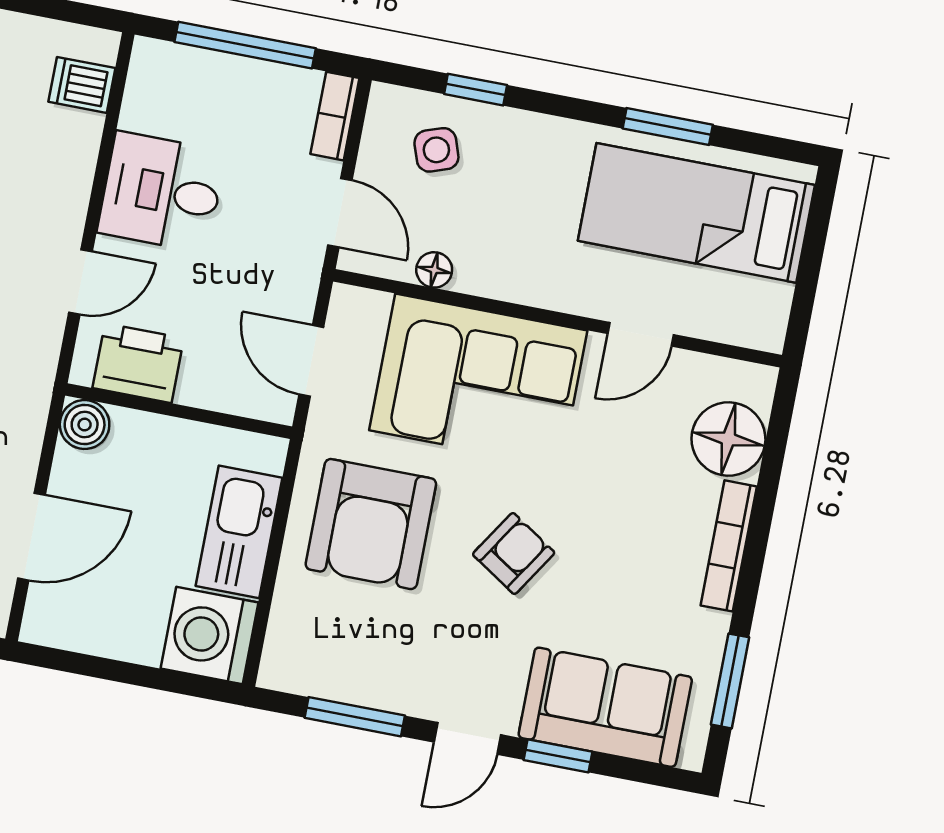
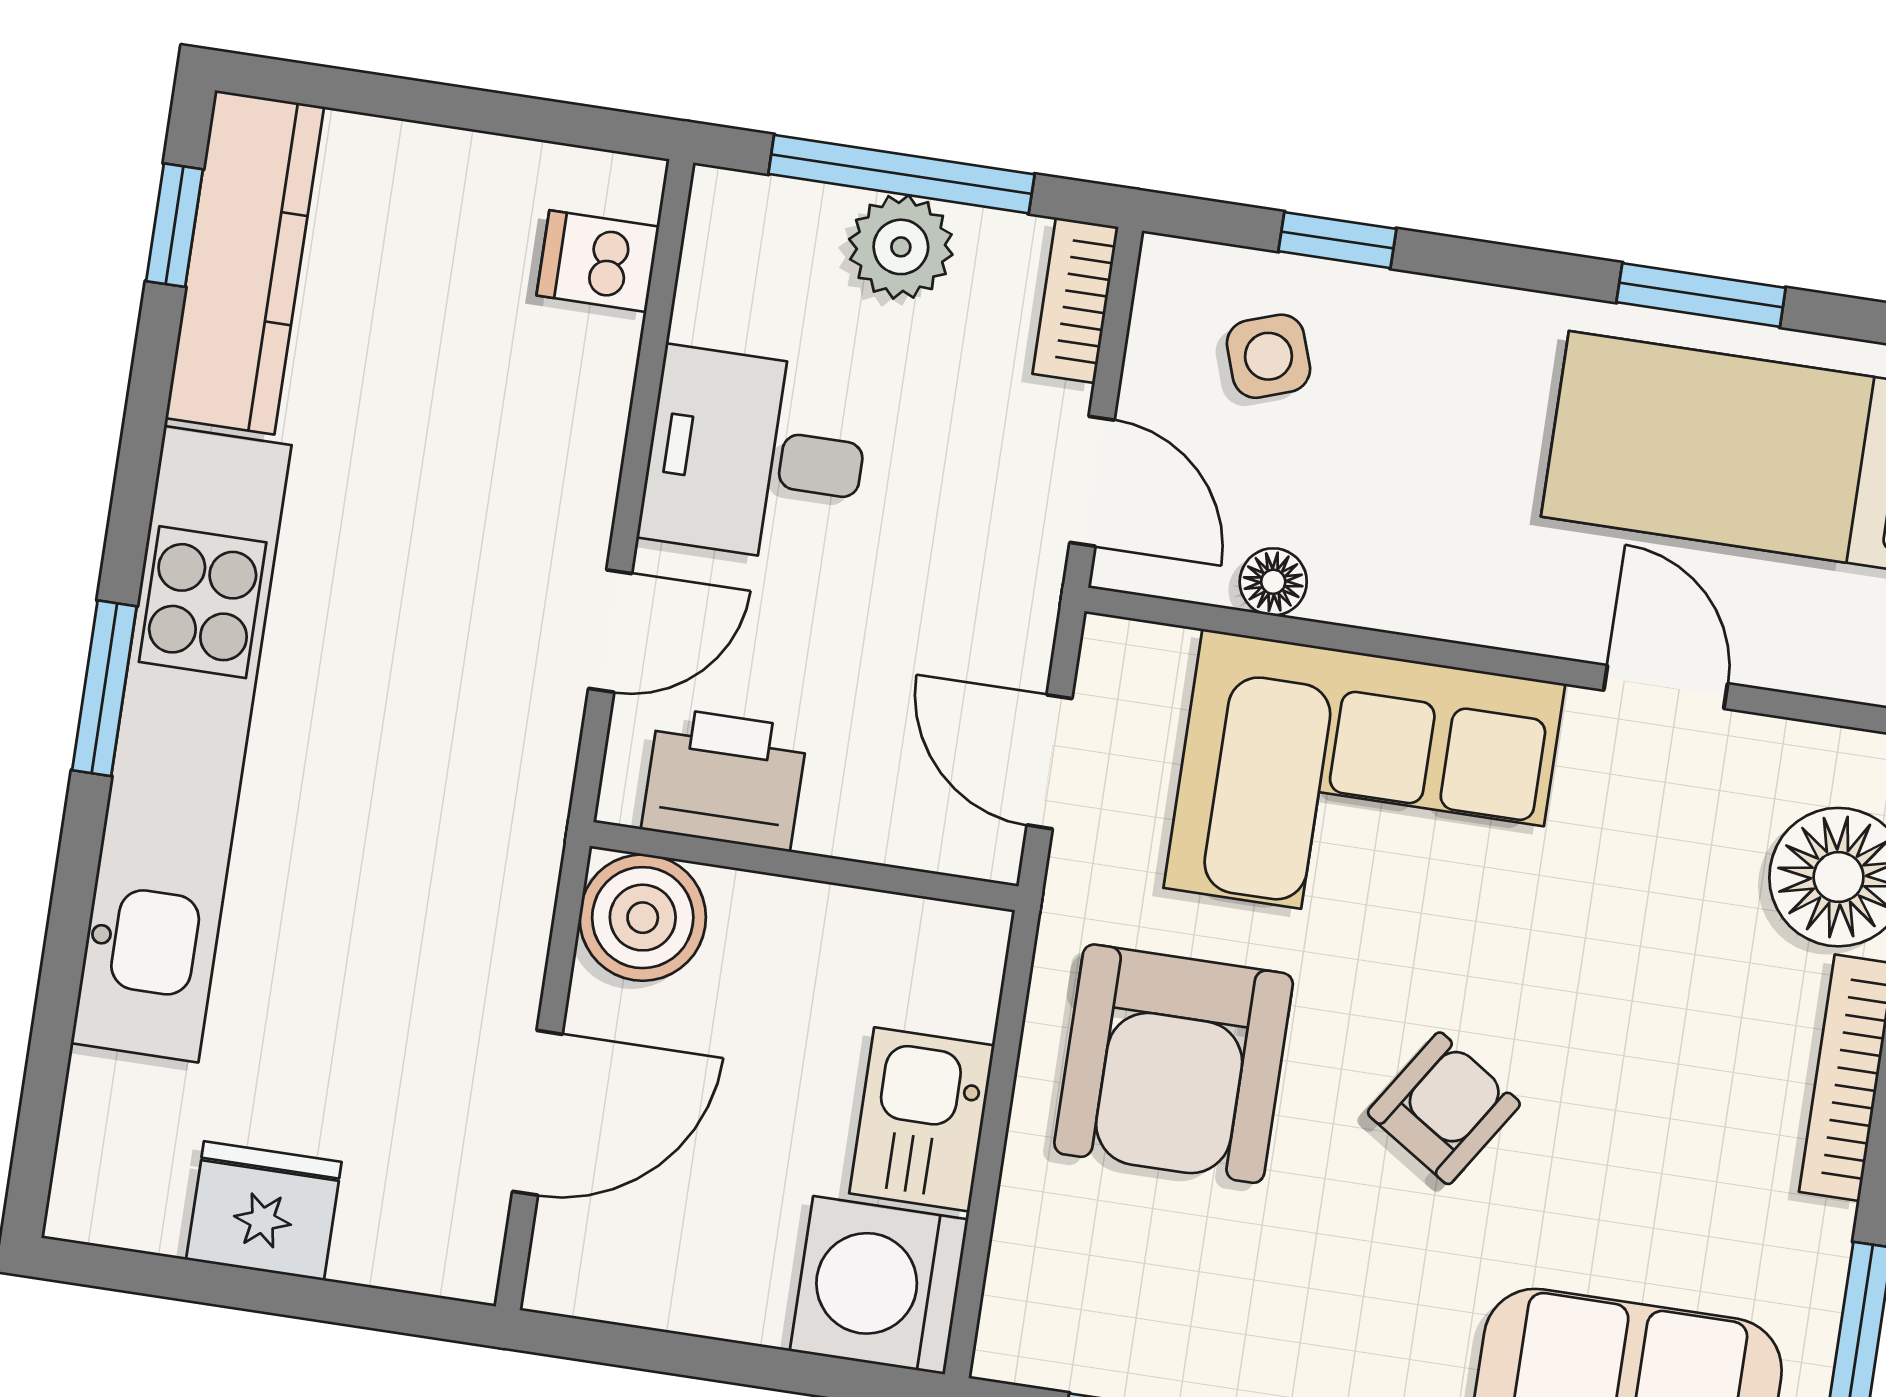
plant: (243, 84) -> (901, 247), added
door: (641, 334) -> (1666, 687), swing flipped
boiler: (85, 425) -> (643, 918), width x1.36, depth x1.36
kitchen sink: (239, 532) -> (922, 1119), width x0.73

